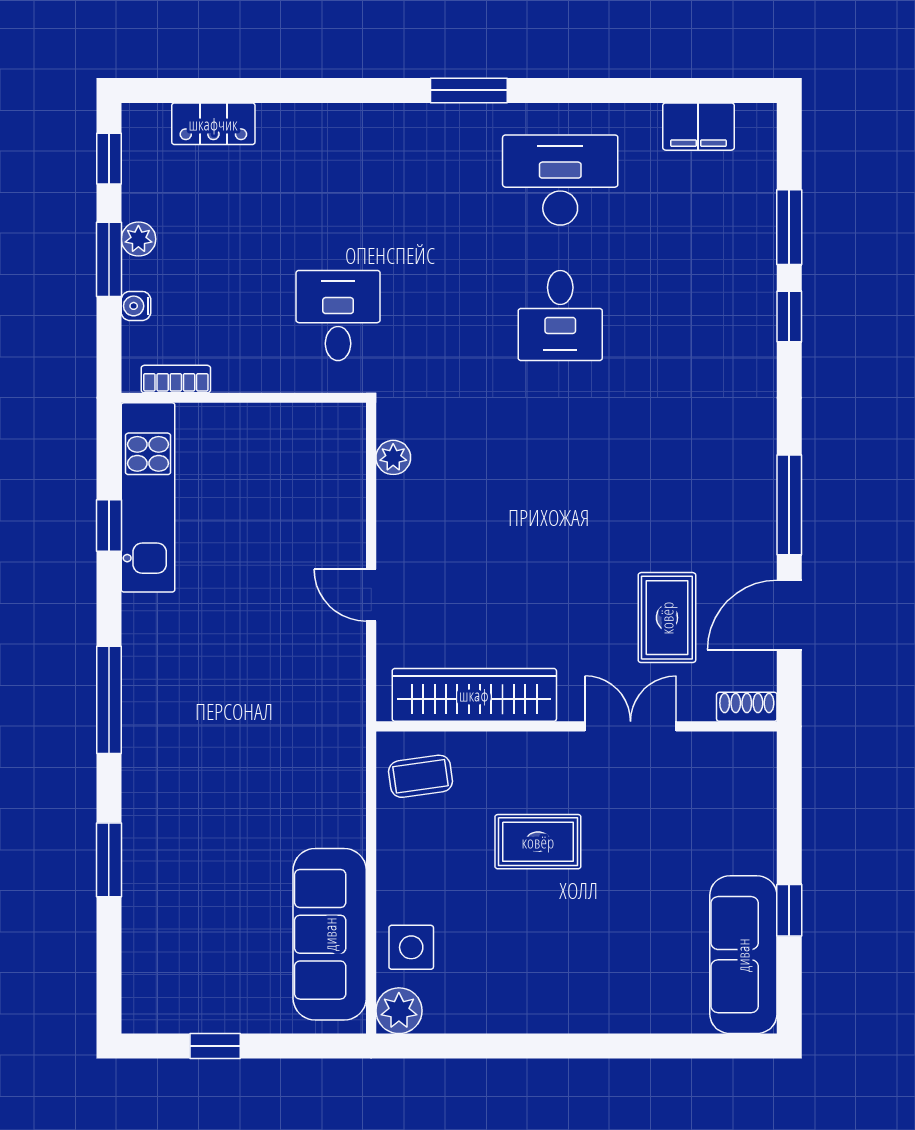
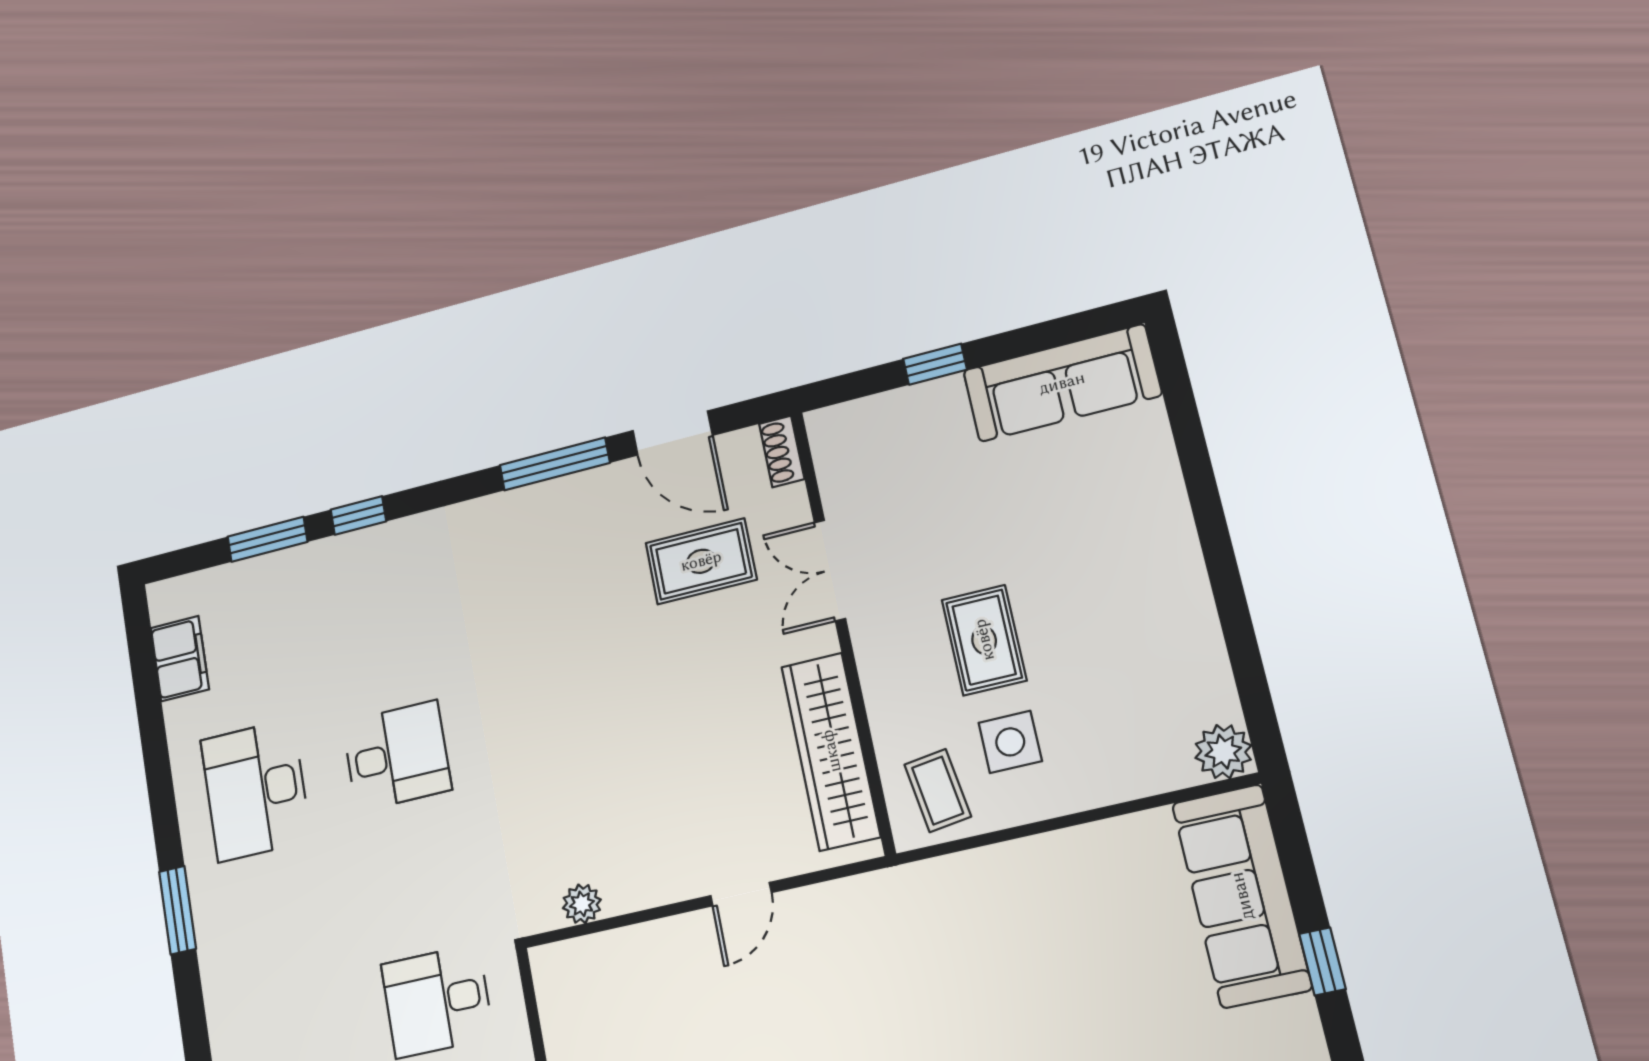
window: (789, 910) -> (935, 364), moved
sofa: (330, 934) -> (1242, 896), moved, turned 90
side table: (411, 947) -> (1010, 742), moved

